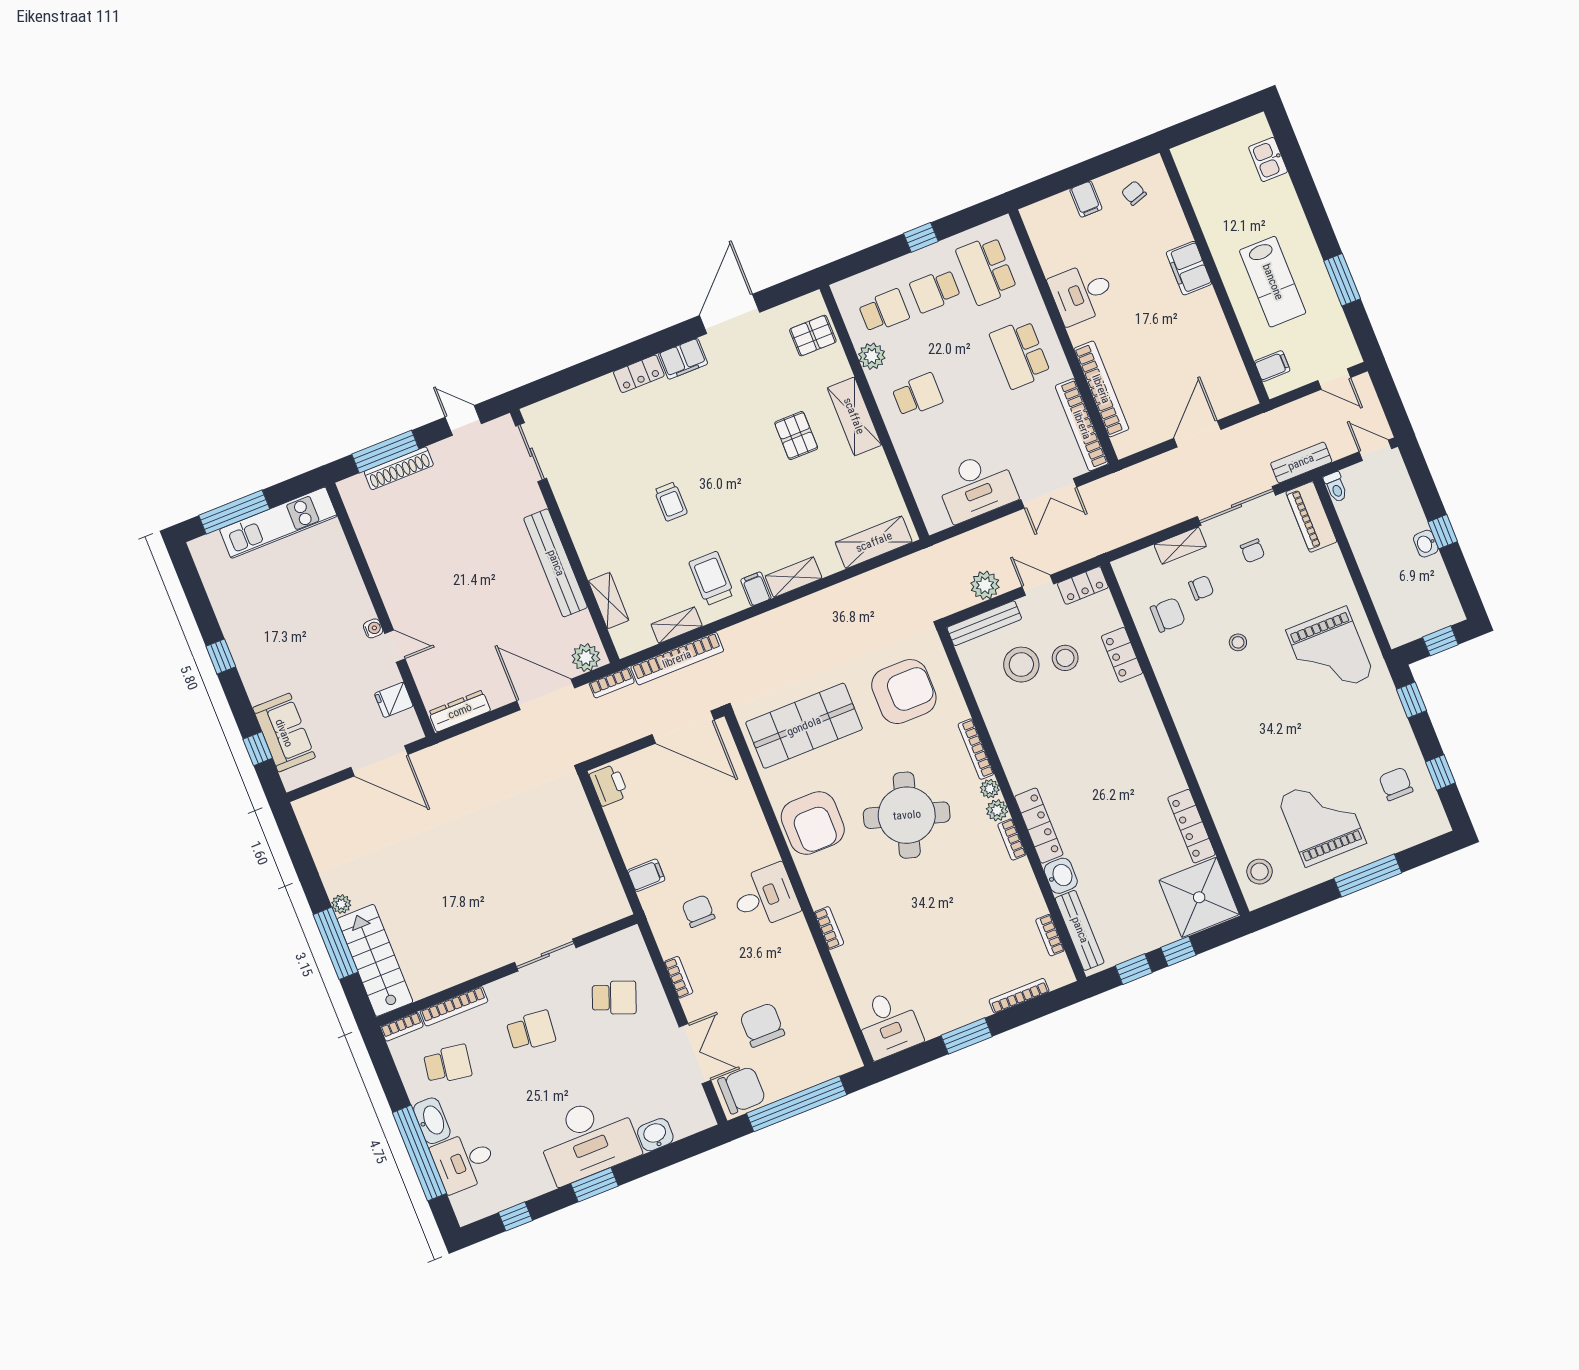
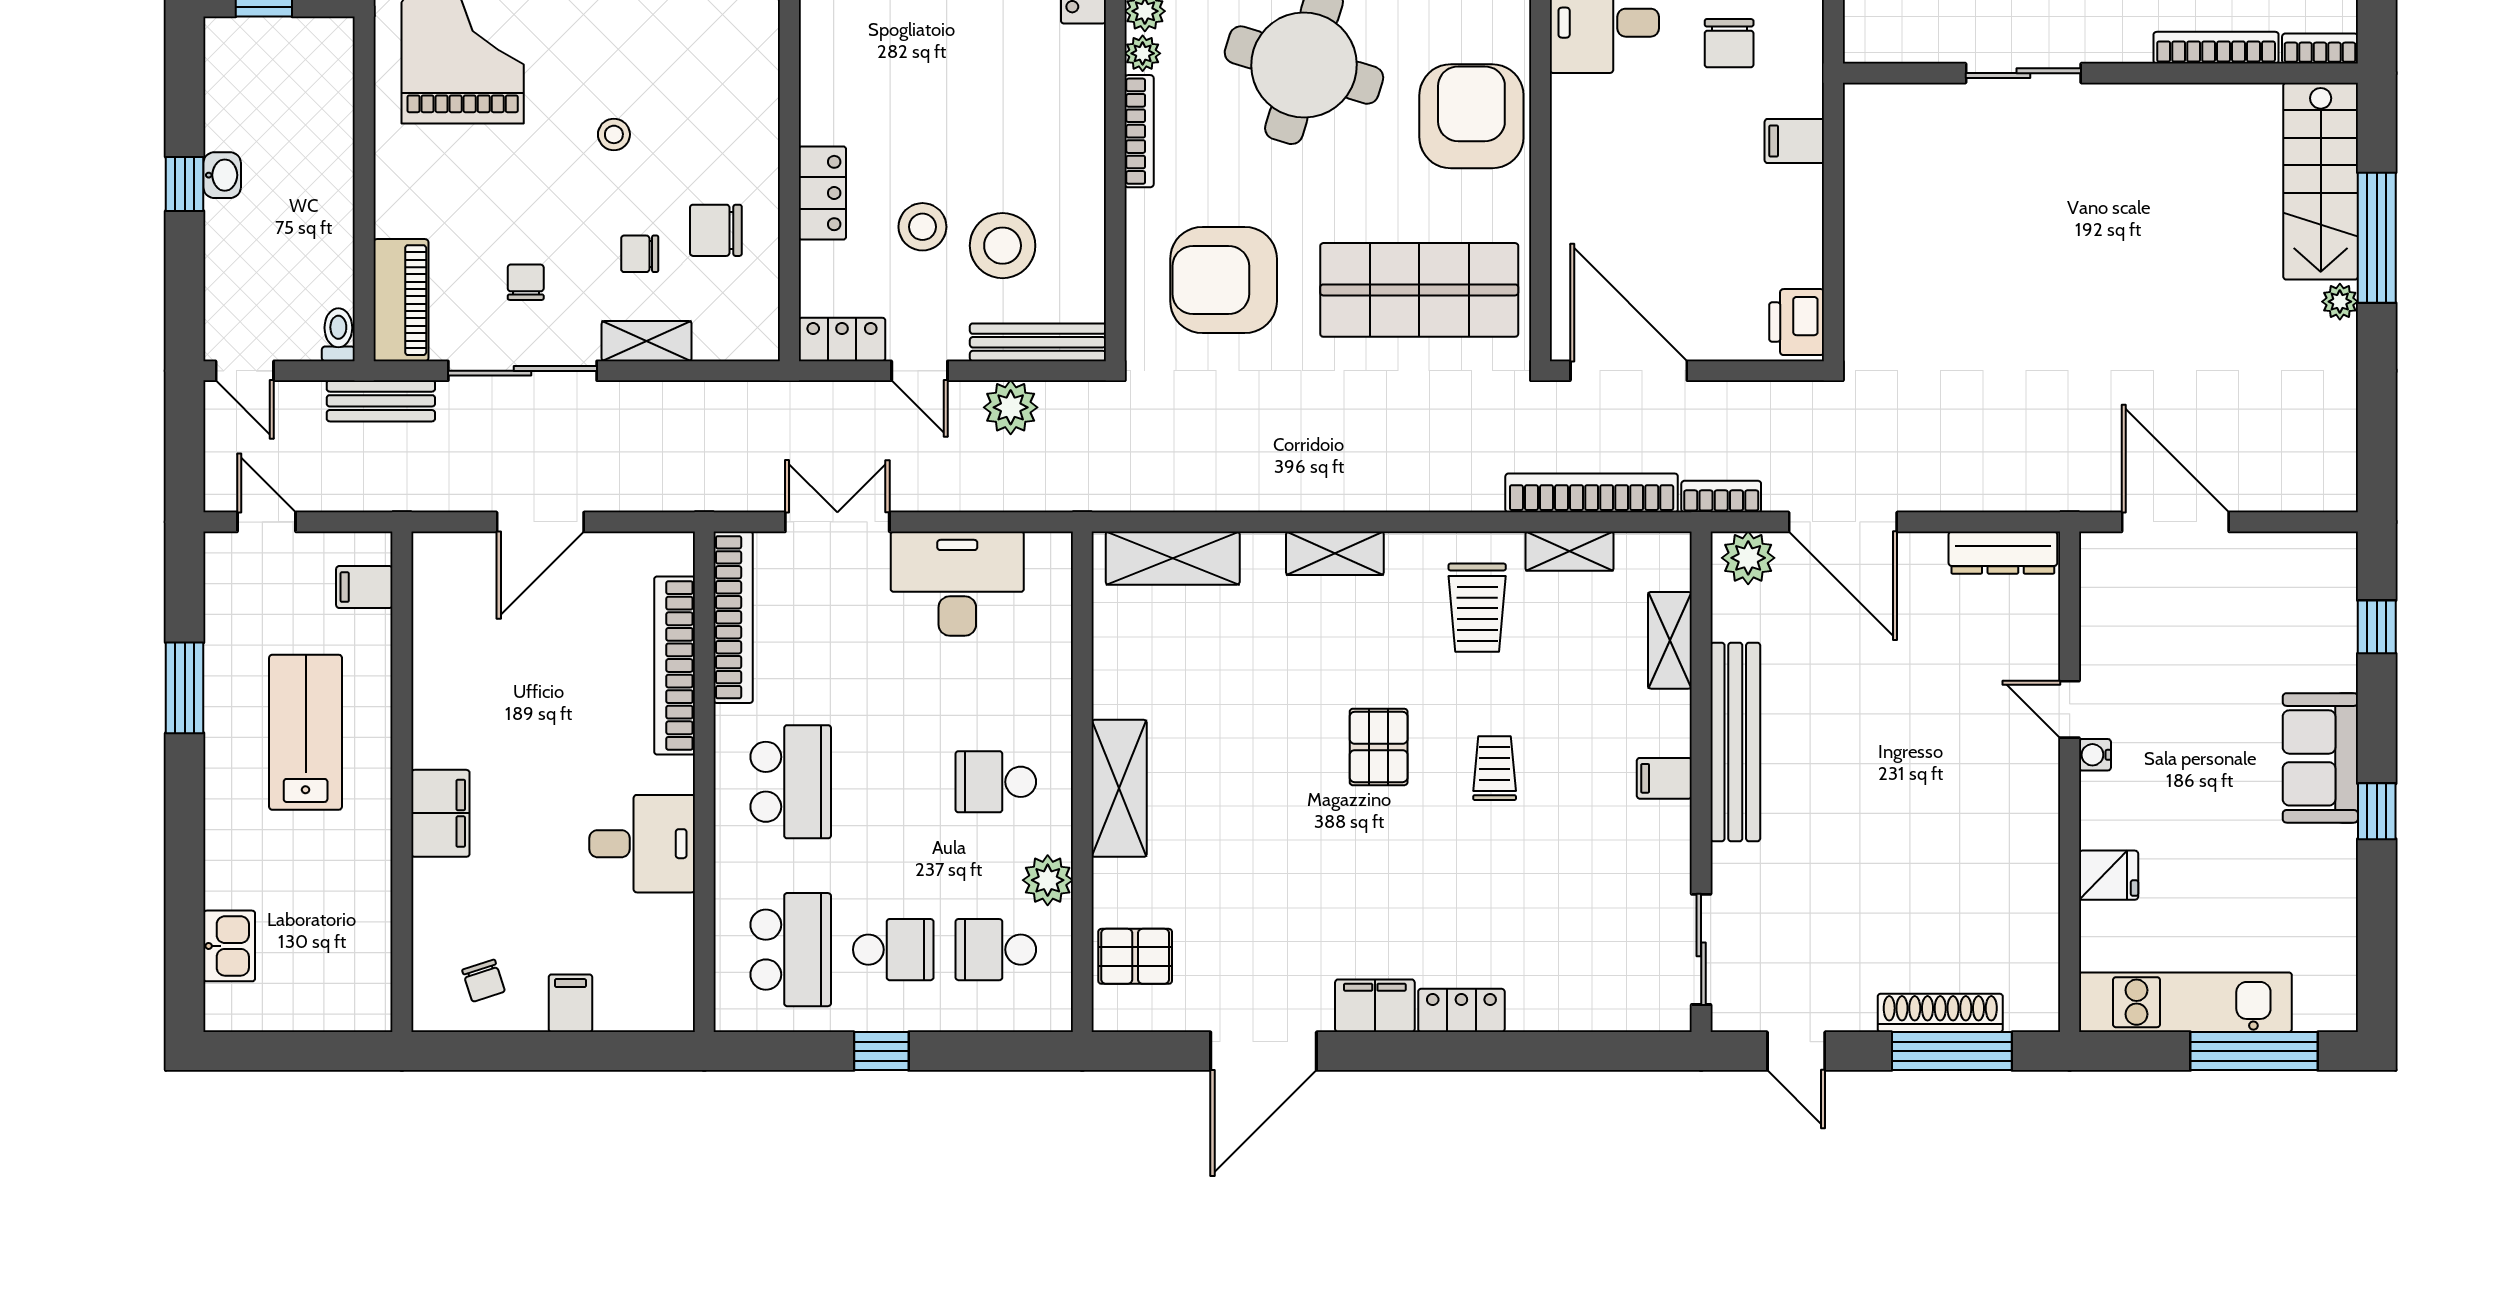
pallet: (796, 436) -> (1379, 747), moved
filing cabinet: (756, 589) -> (1664, 778), moved, turned 90
fridge: (394, 700) -> (2109, 875), moved
sofa: (284, 733) -> (2320, 758), moved

